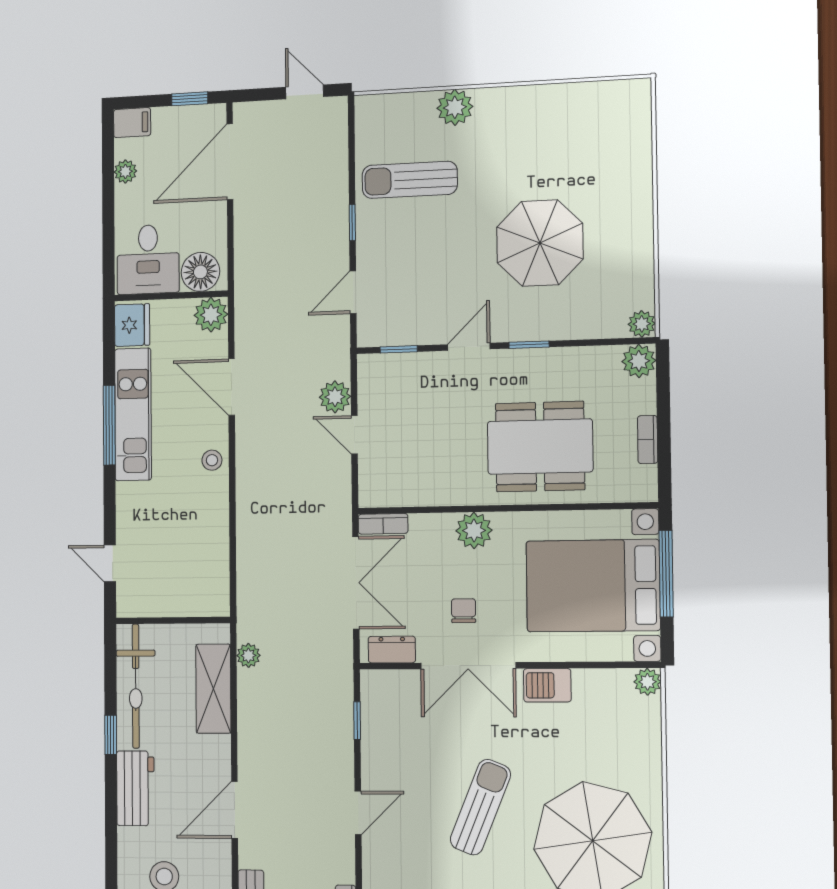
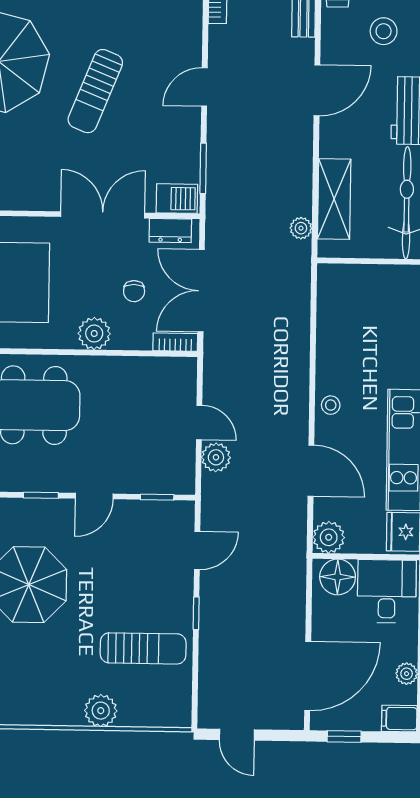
chair: (464, 611) -> (134, 291), moved
barbecue: (547, 685) -> (177, 199), moved
window: (357, 721) -> (203, 168), width x1.50

